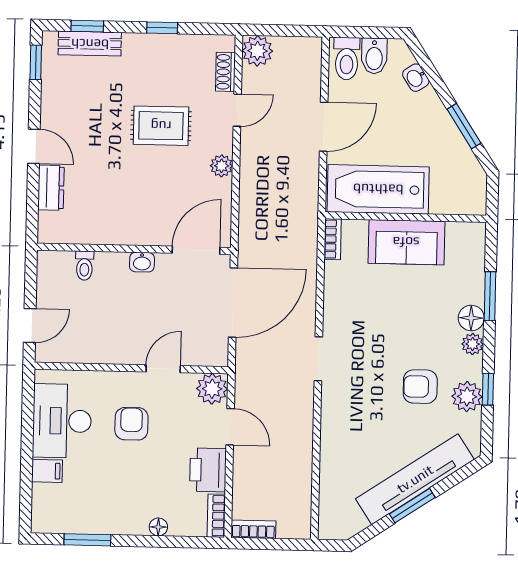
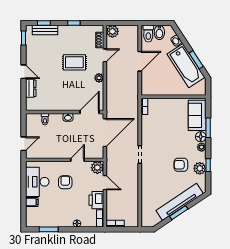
bathtub: (378, 189) -> (186, 66), moved, turned -123
sofa: (406, 242) -> (197, 115), moved, turned 90

